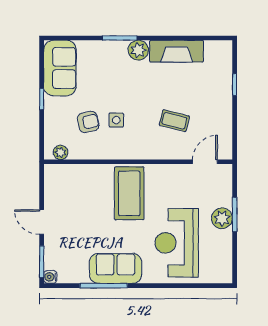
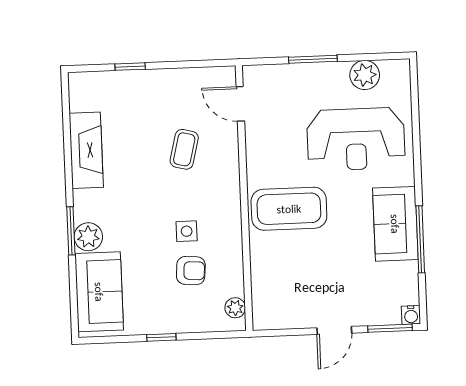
plant: (138, 50) -> (88, 237), moved
sofa: (60, 68) -> (99, 292), moved, turned 90
armchair: (88, 122) -> (191, 271), turned 106
plant: (222, 218) -> (365, 75), moved

